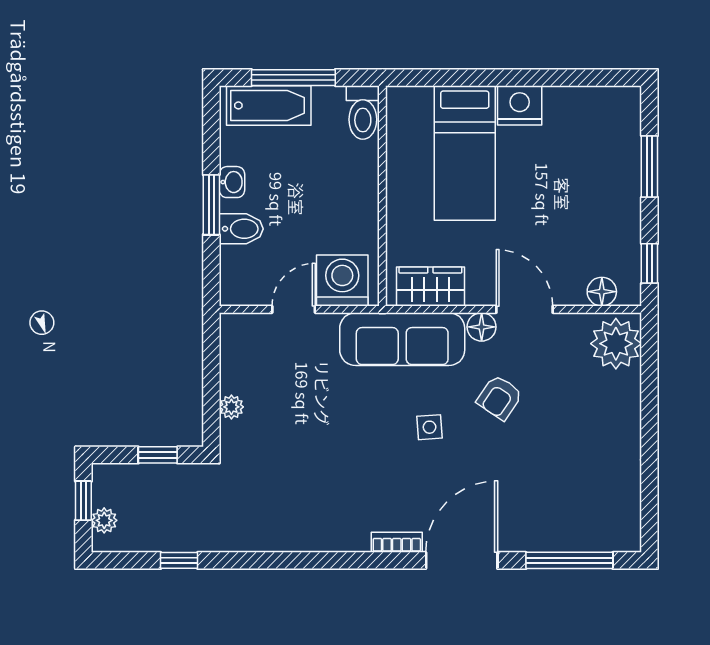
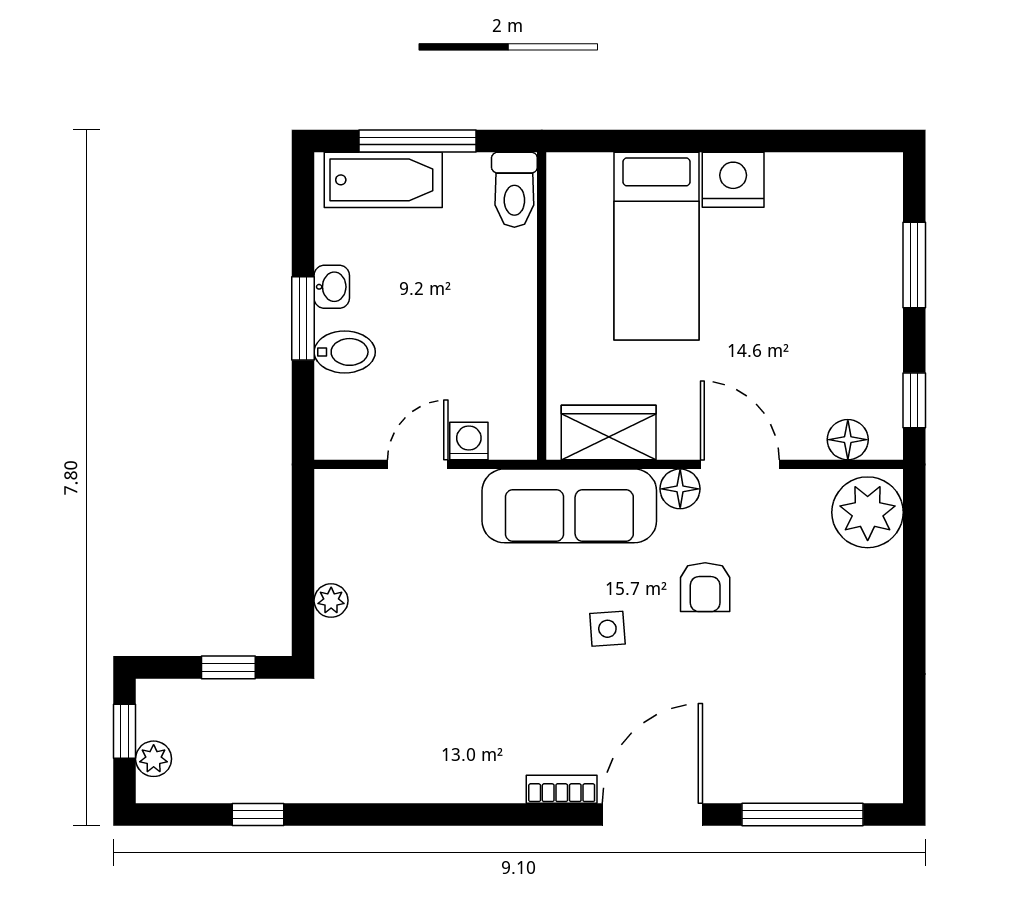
washing machine: (342, 281) -> (469, 441), width x0.53, depth x0.53
armchair: (500, 397) -> (705, 587), turned -34

